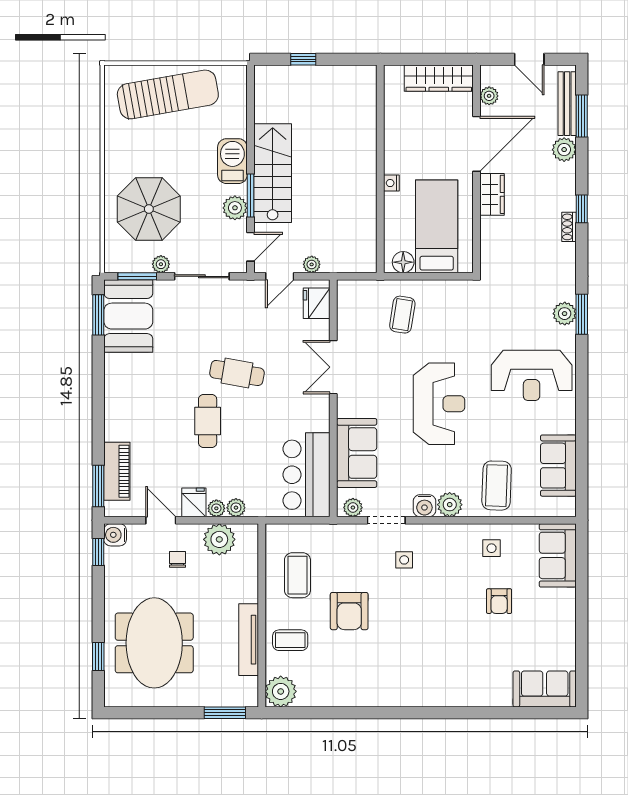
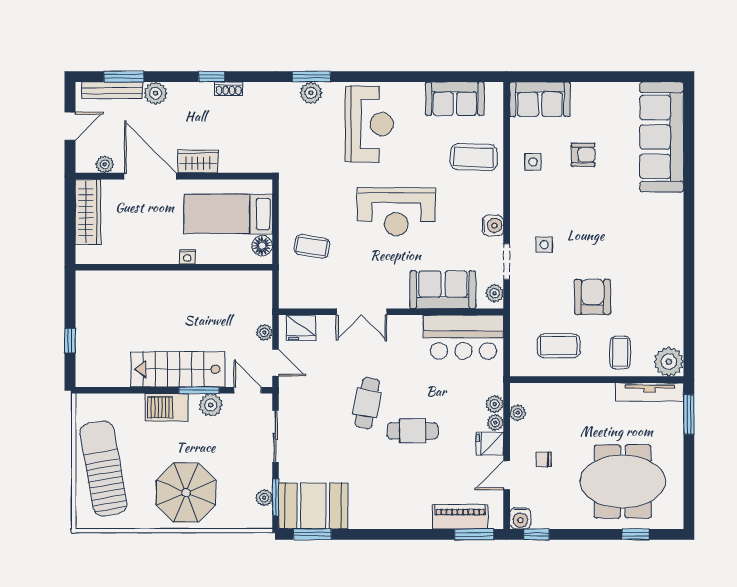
parasol: (149, 209) -> (186, 493), moved
plant: (161, 264) -> (264, 498), moved
reception desk: (439, 404) -> (396, 212), turned 180
plant: (450, 505) -> (492, 202), removed
plant: (219, 539) -> (518, 413), width x0.53, depth x0.53
armchair: (349, 611) -> (593, 297), turned -90
tv unit: (249, 640) -> (649, 392), moved
sofa: (545, 689) -> (662, 137), width x1.85, depth x1.27

